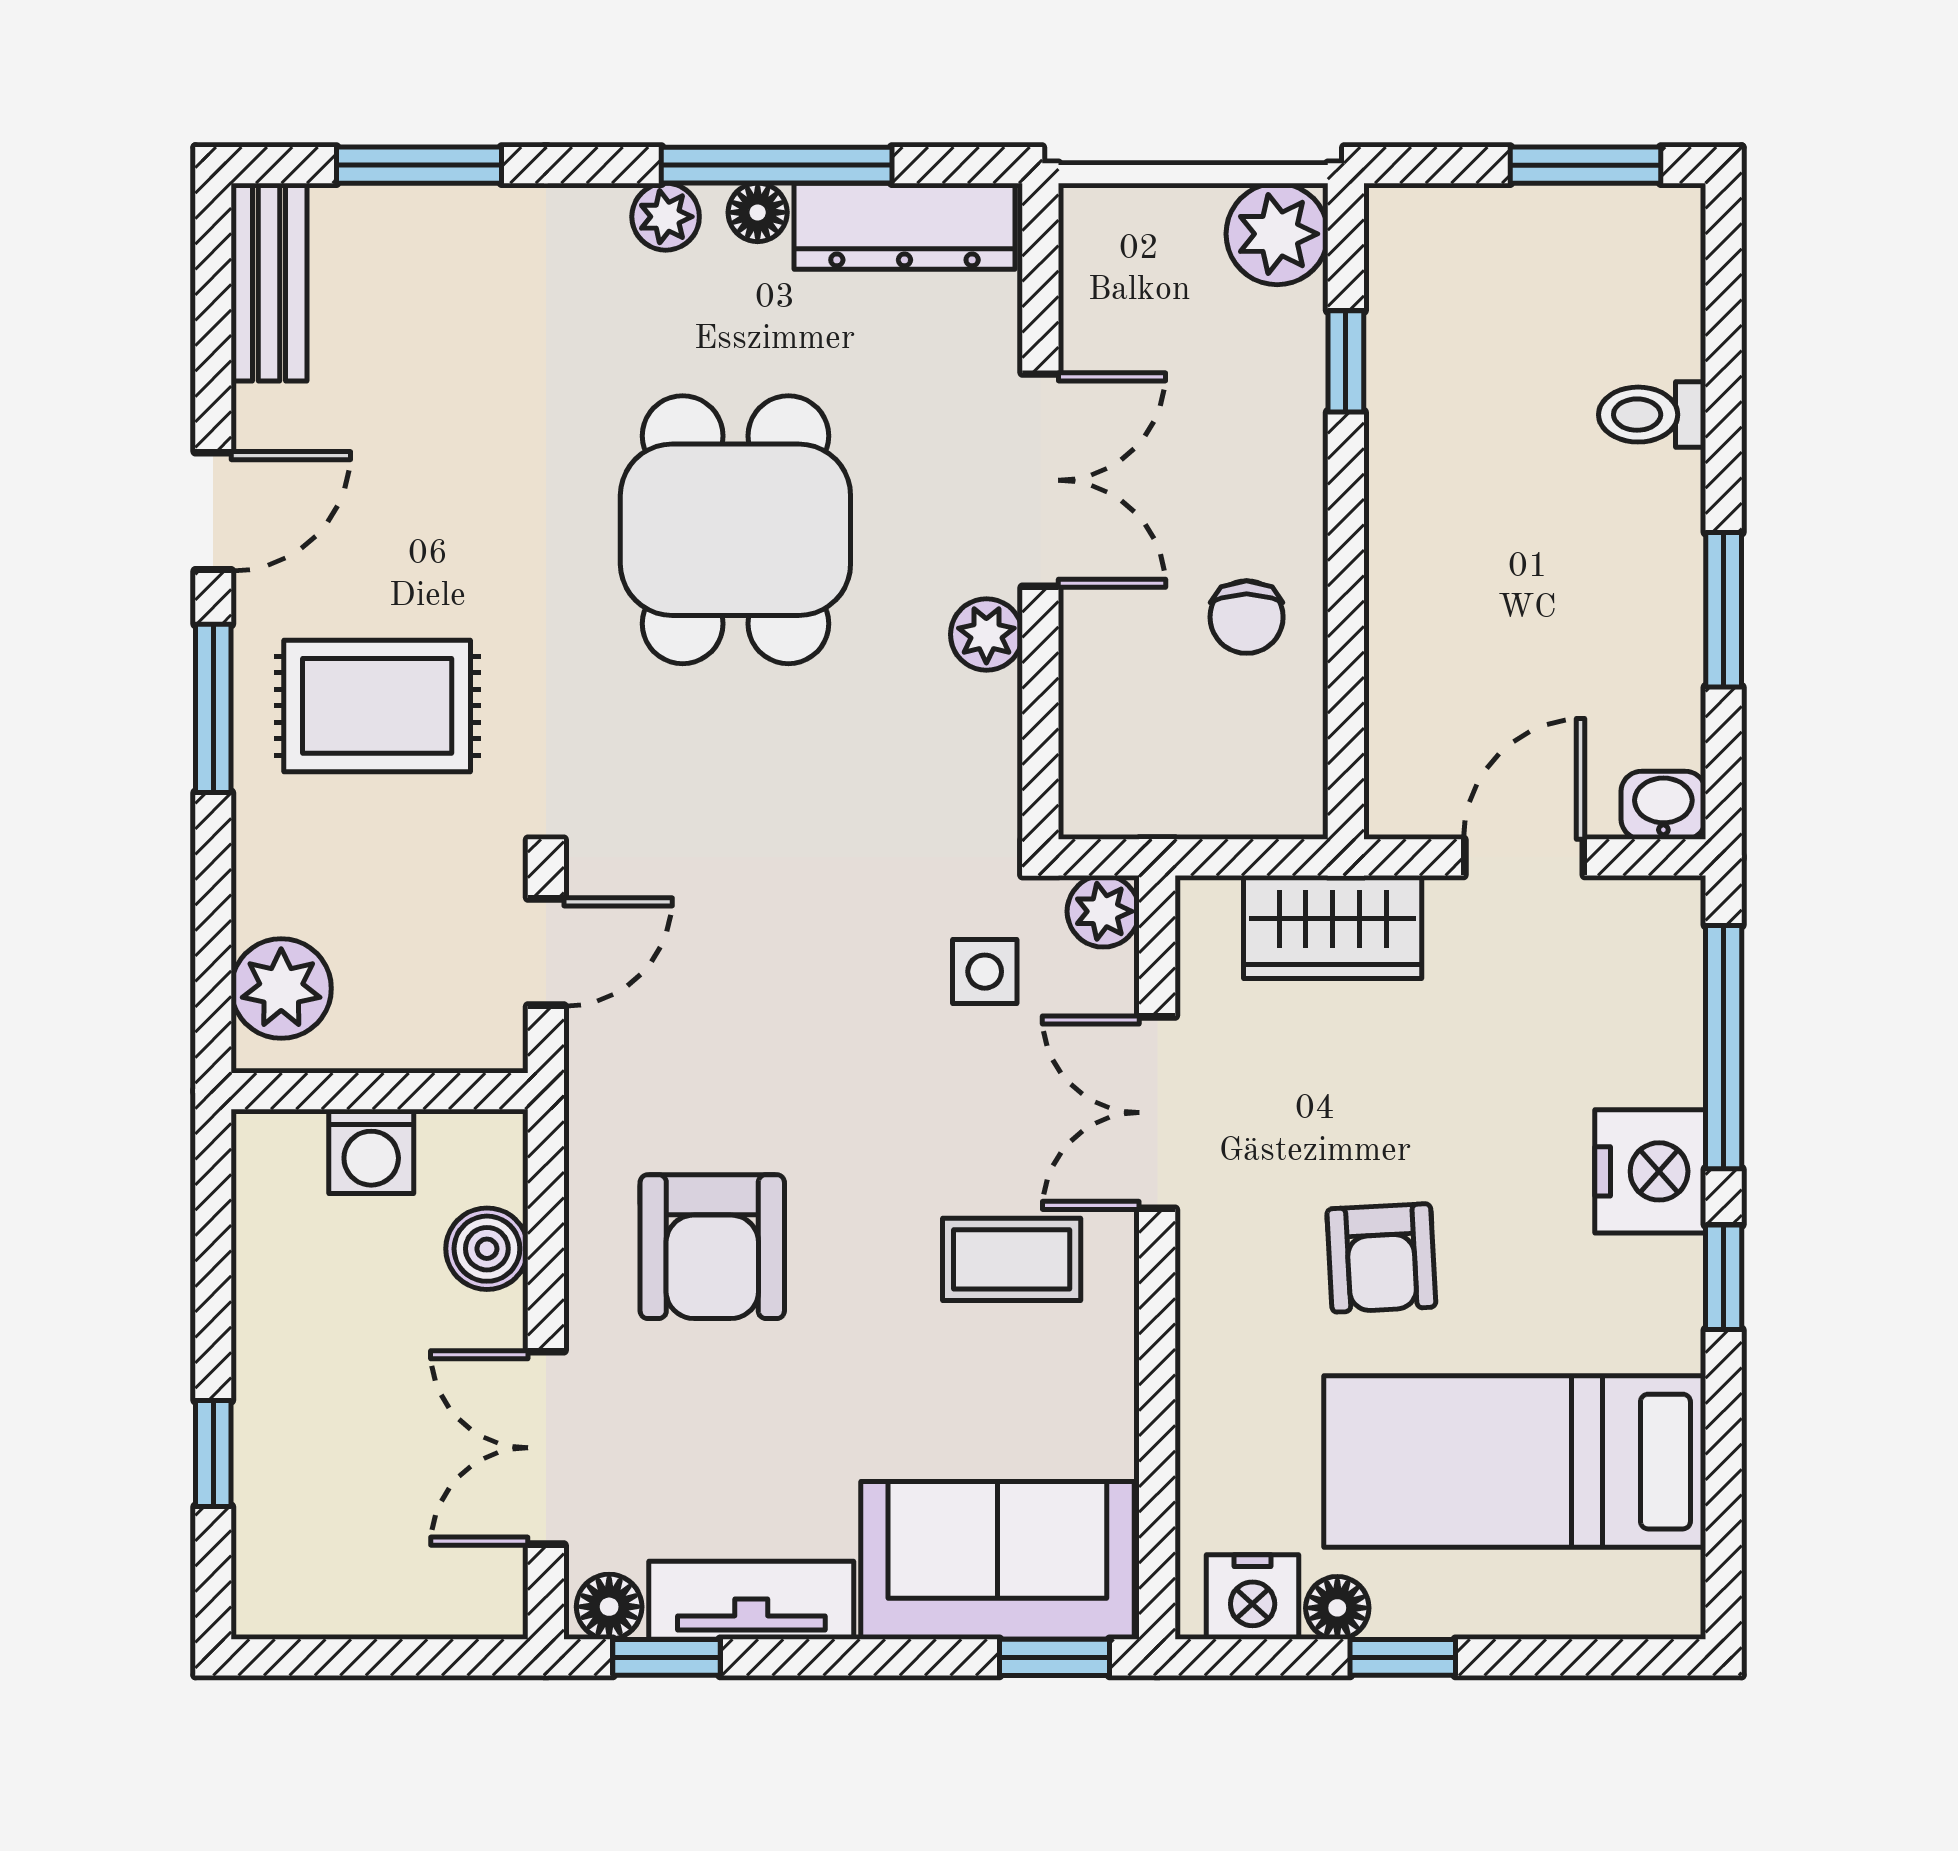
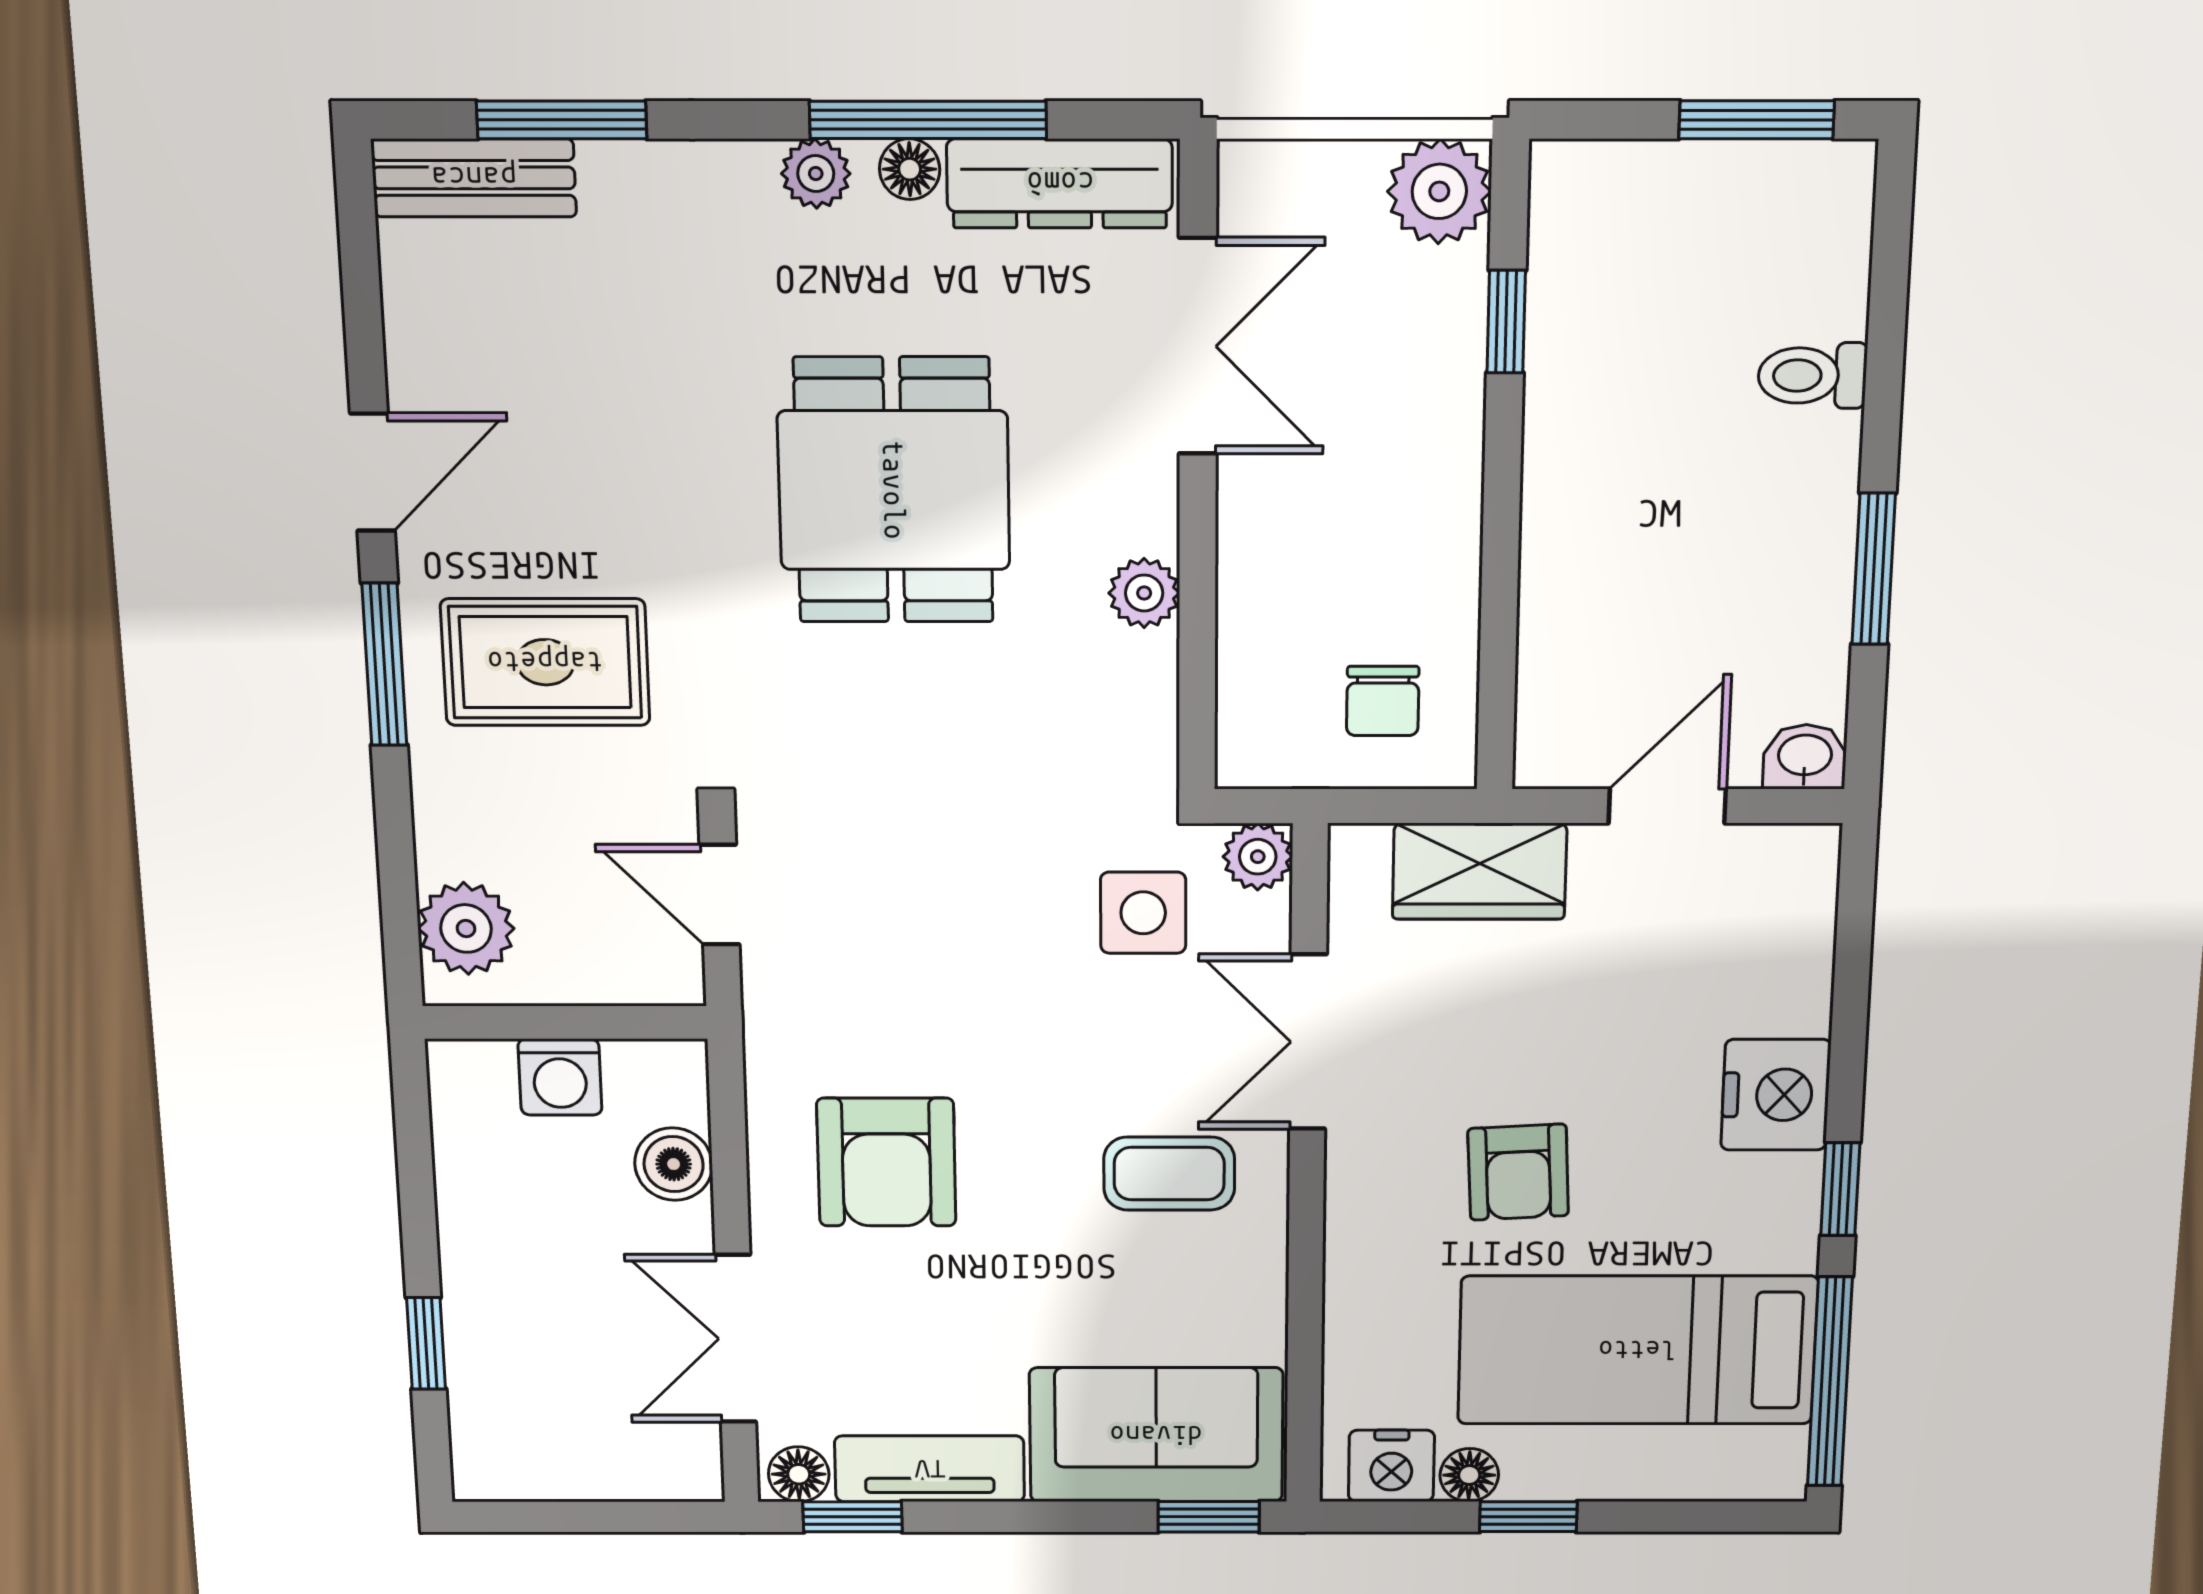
bench: (269, 282) -> (474, 178), moved, turned 90
double door: (1040, 480) -> (1198, 346), moved
chair: (1247, 617) -> (1383, 701), moved
door: (546, 952) -> (720, 895), swing flipped
side table: (985, 972) -> (1143, 913), width x1.37, depth x1.37
window: (1724, 1047) -> (1830, 1382), moved

